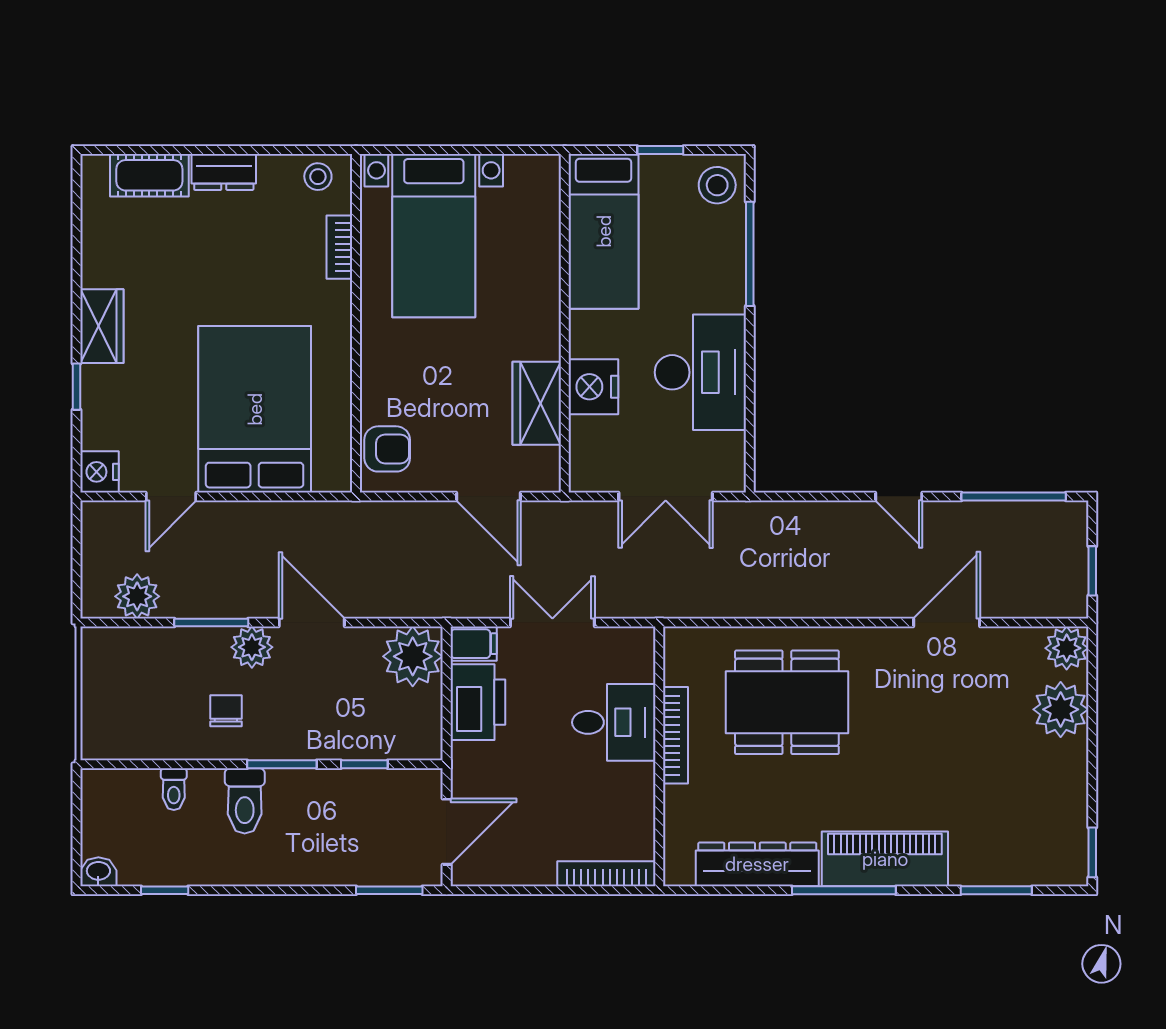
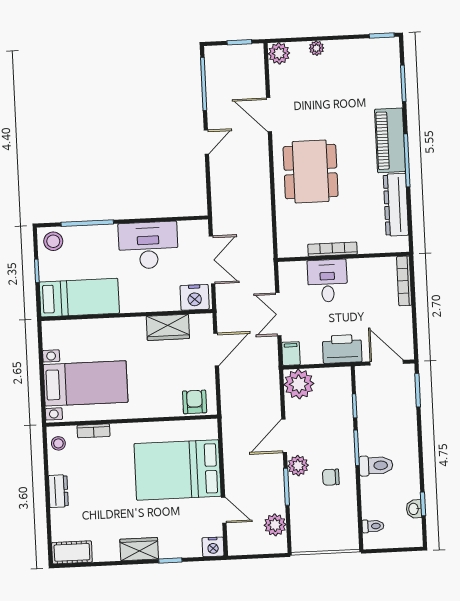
cot: (149, 175) -> (72, 552), moved, turned 90
nightstand: (593, 387) -> (195, 297), moved
printer: (478, 702) -> (342, 349), moved
dining table: (787, 702) -> (311, 172), moved
plant: (1061, 709) -> (316, 48), width x0.53, depth x0.53
toilet: (174, 789) -> (373, 526), moved
washbasin: (98, 872) -> (414, 509), moved

